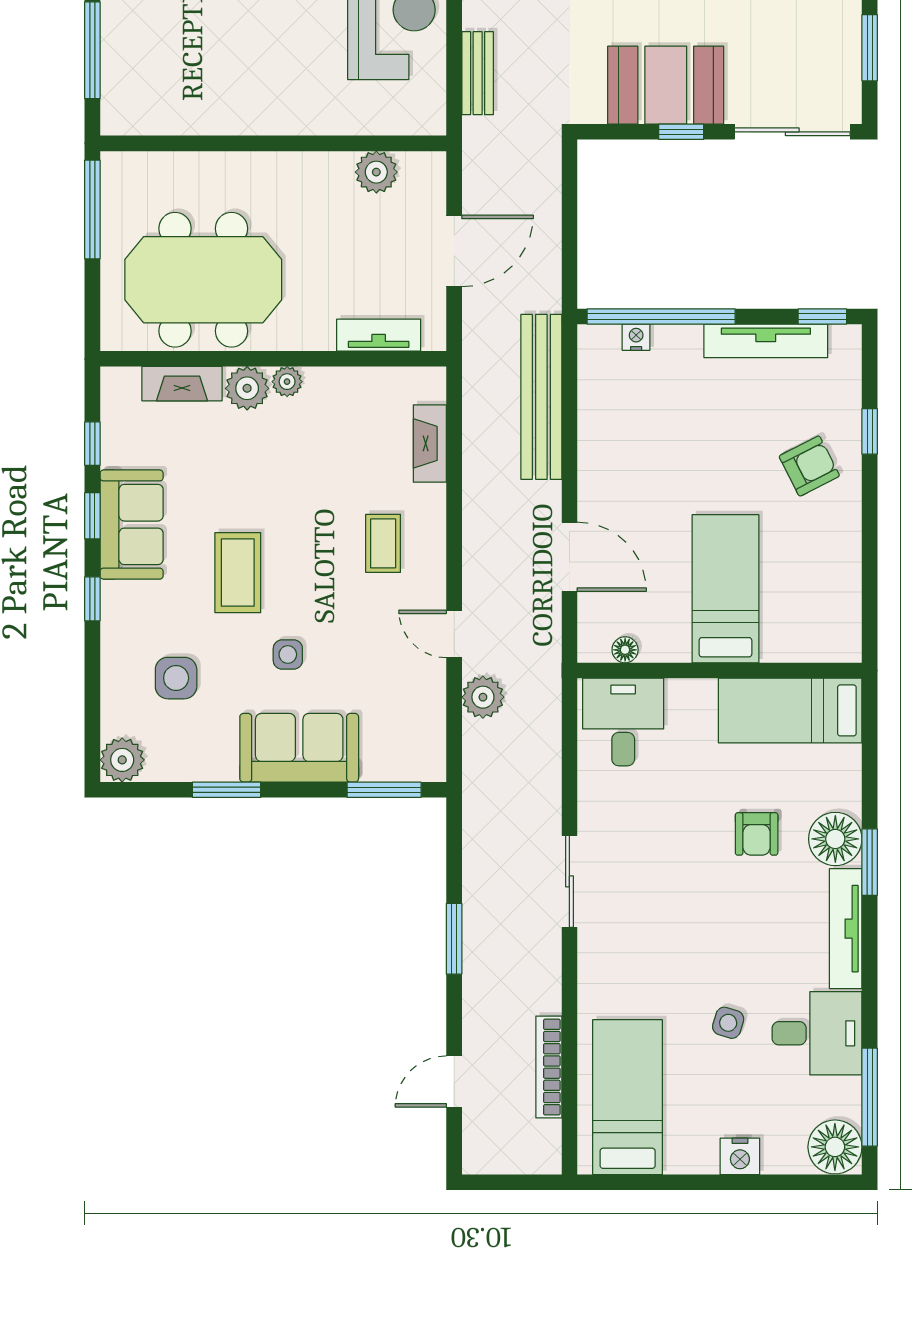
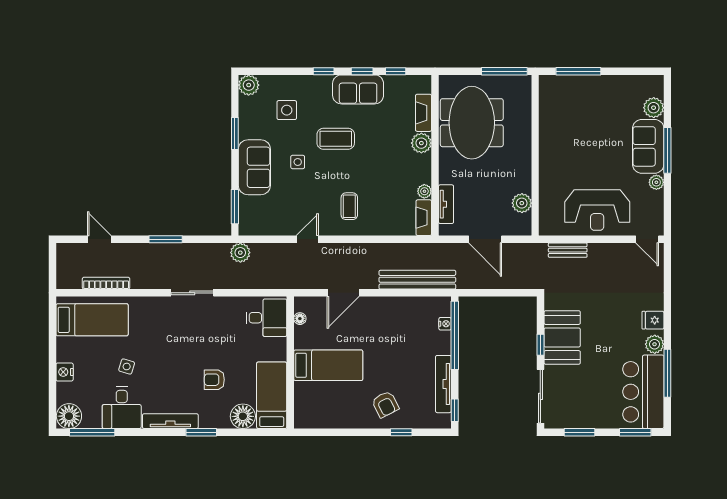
plant: (287, 382) -> (424, 191), moved
fireplace: (430, 443) -> (424, 218), moved, turned -90
coffee table: (383, 543) -> (349, 206), turned 90
plant: (483, 697) -> (240, 253), moved
floor lamp: (835, 839) -> (243, 416), moved

